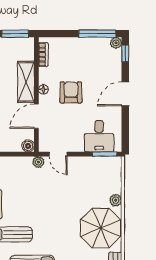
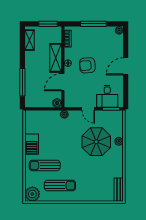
window: (97, 34) -> (93, 24), moved
window: (125, 53) -> (126, 38), removed
armchair: (71, 92) -> (87, 65), turned -95
door: (58, 154) -> (88, 109), moved
parasol: (101, 228) -> (96, 142), moved

